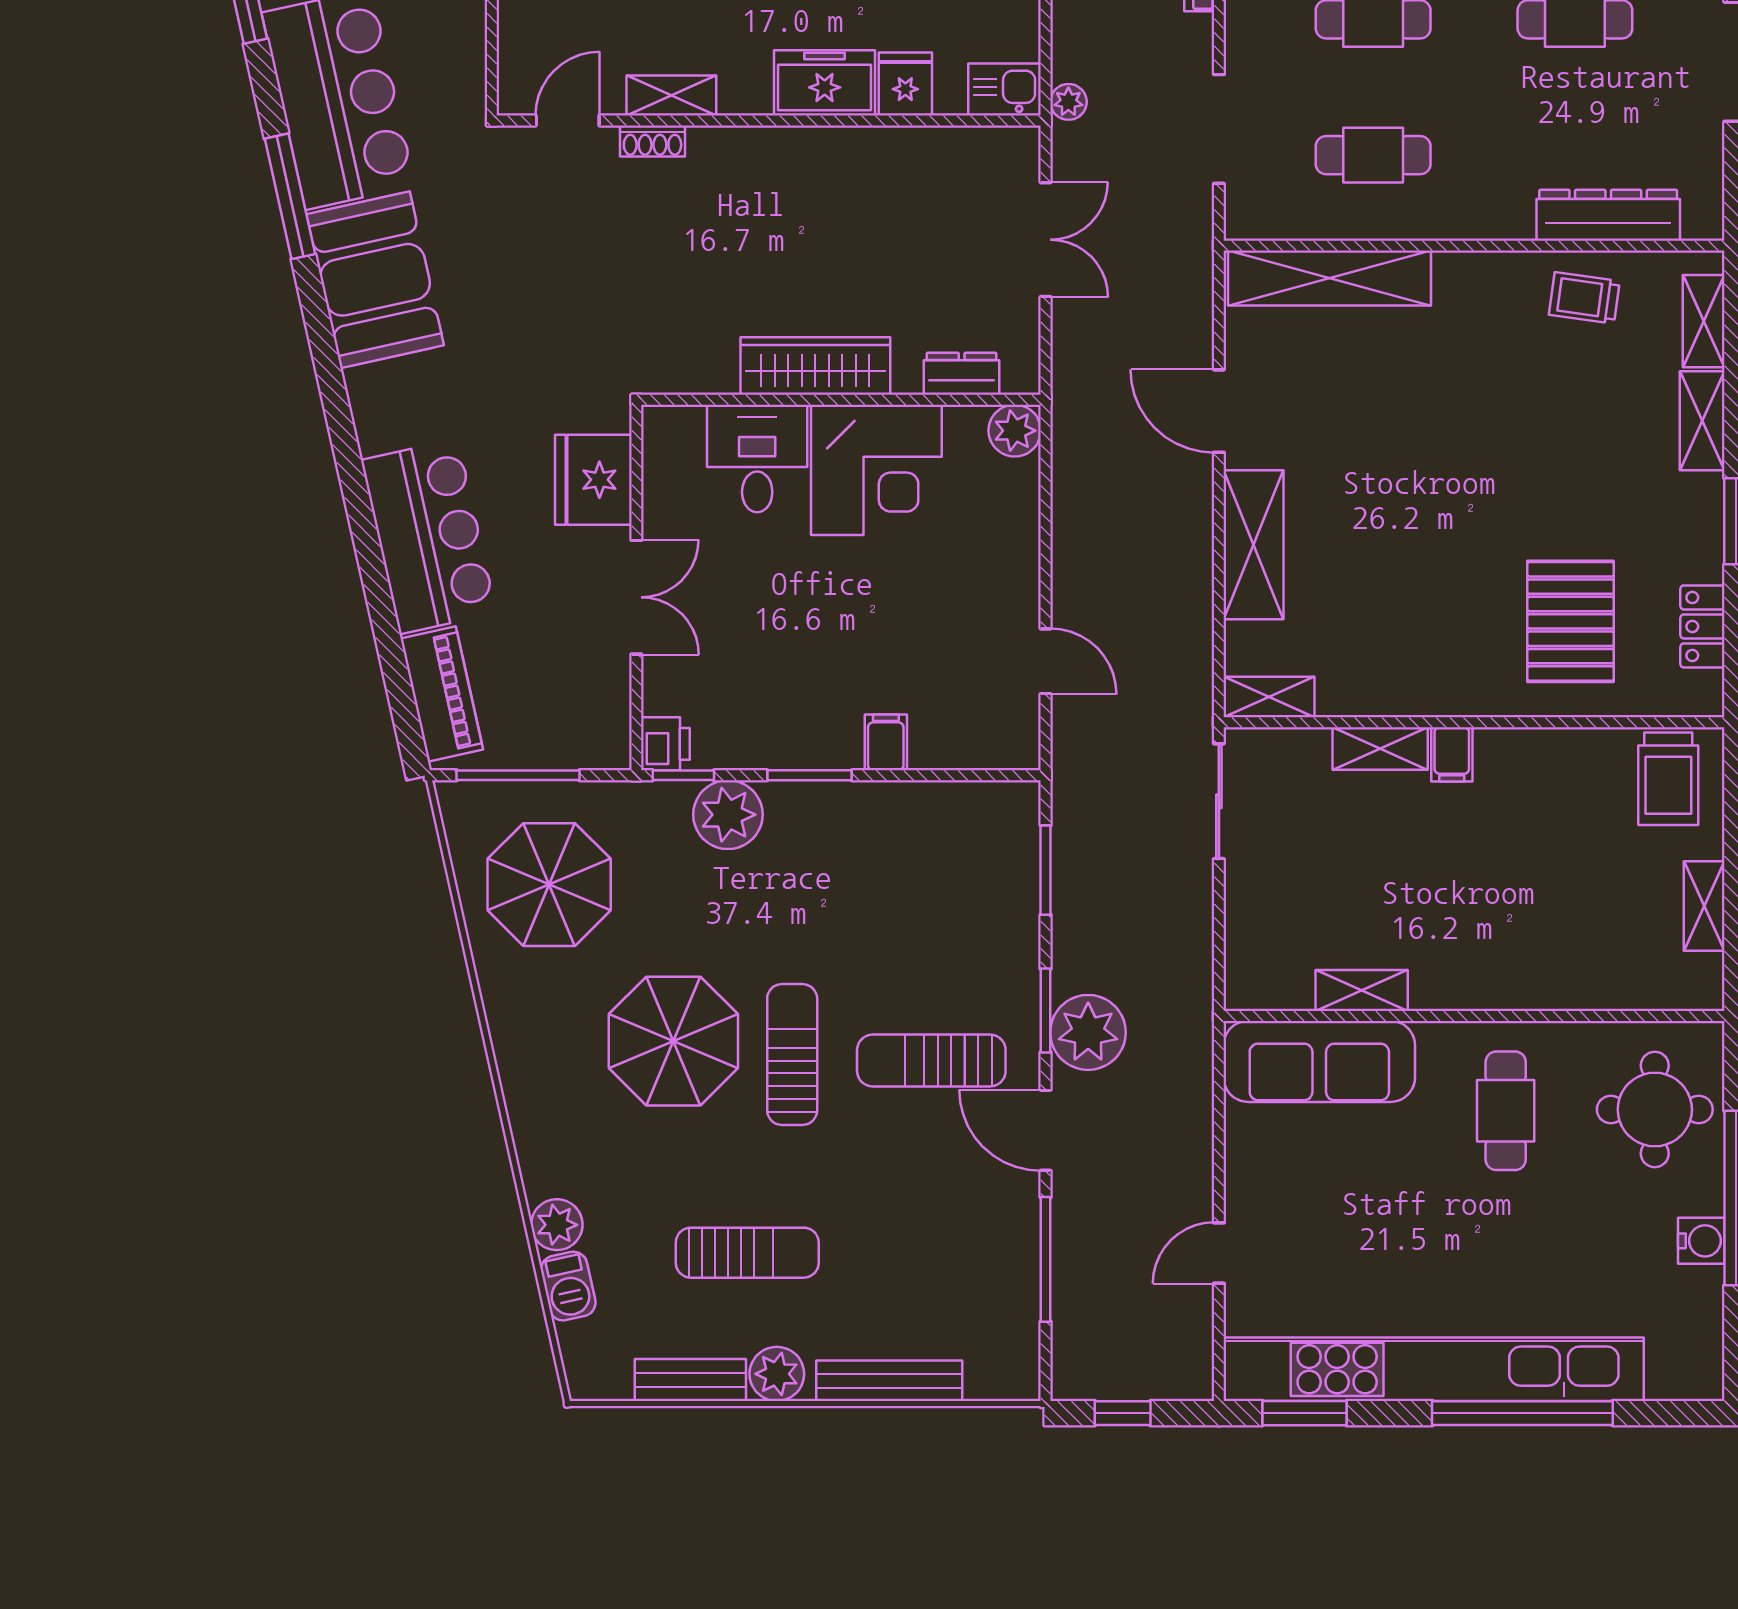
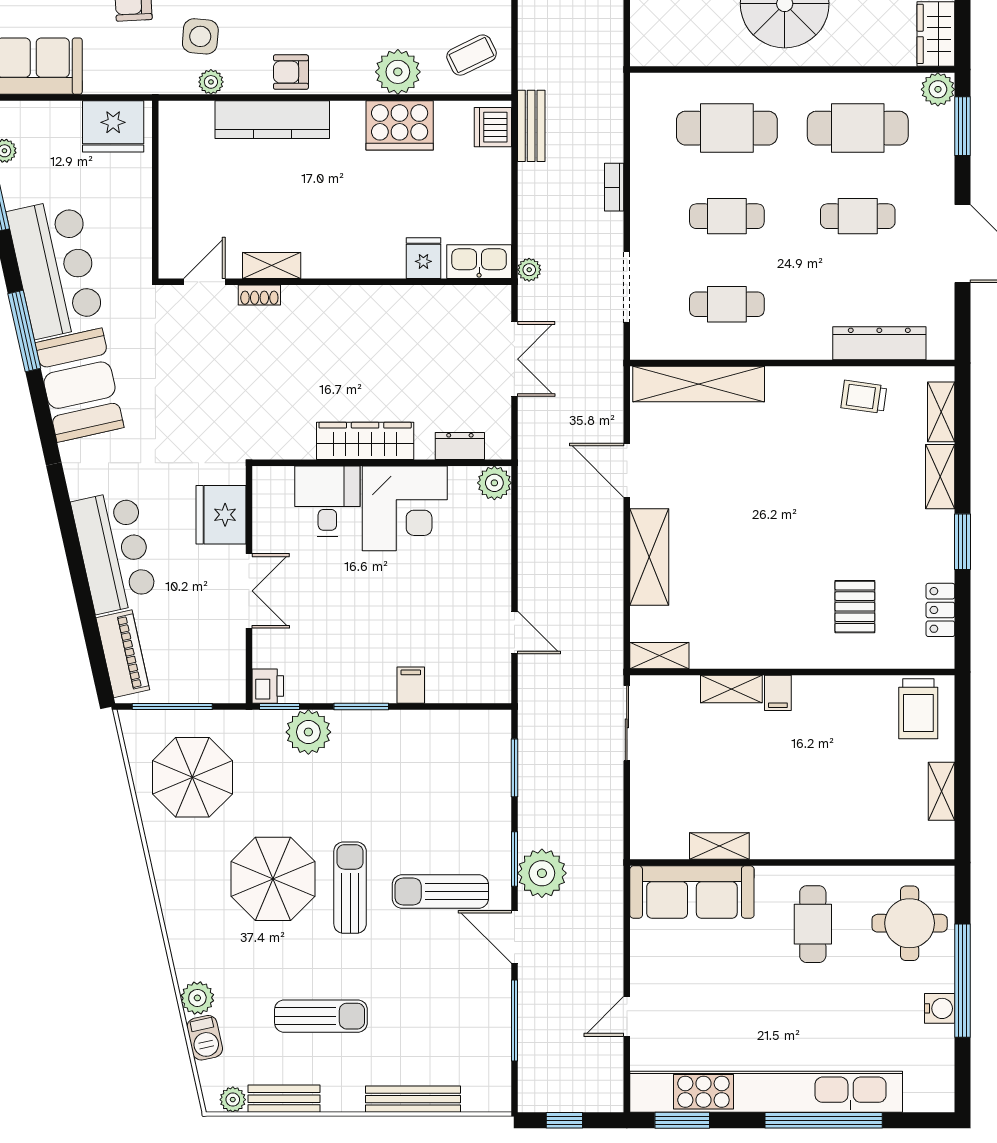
freezer: (825, 83) -> (371, 257), removed
kitchen sink: (1005, 89) -> (479, 262), width x1.38
pallet: (1571, 621) -> (855, 607), width x0.67, depth x0.71
plant: (777, 1374) -> (233, 1100), moved, width x0.73, depth x0.73

